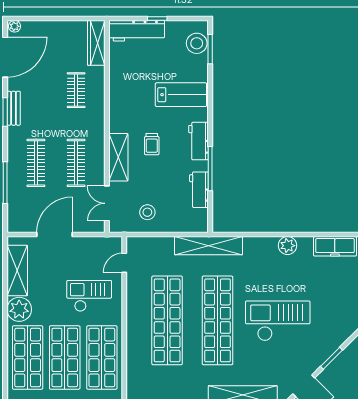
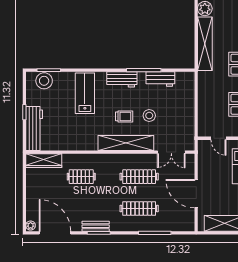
shelving: (118, 157) -> (126, 143), width x1.47
stool: (147, 212) -> (149, 116), moved
shelving: (208, 246) -> (205, 44), moved

